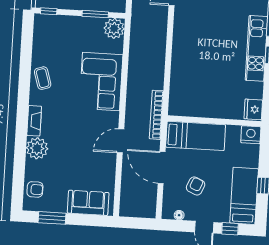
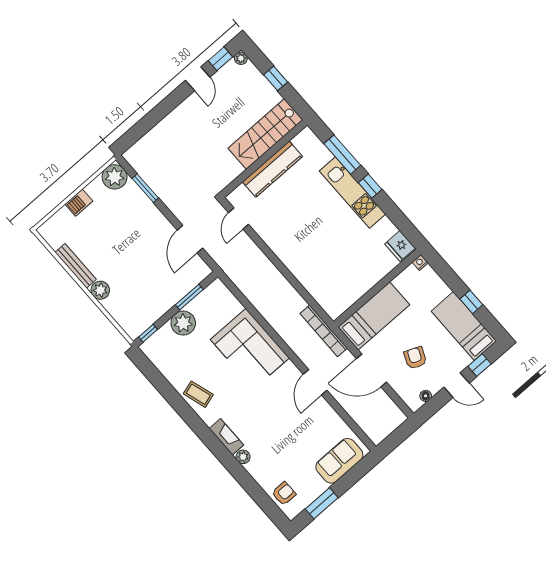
plant: (114, 28) -> (183, 323), moved
nightstand: (251, 135) -> (420, 262), width x0.53, depth x0.56
plant: (37, 148) -> (243, 457), width x0.53, depth x0.53

